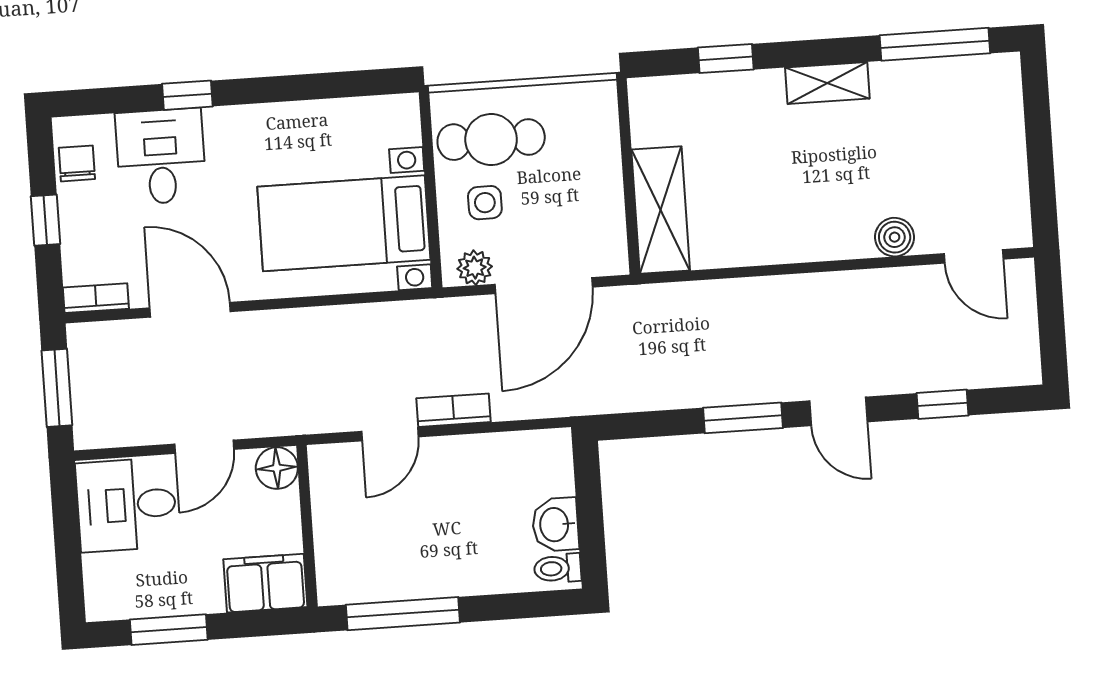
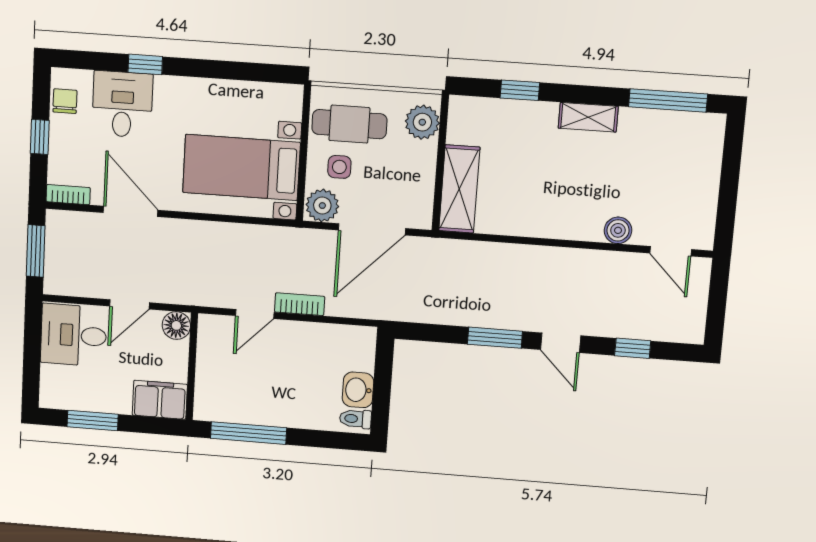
plant: (594, 122) -> (422, 122), added
plant: (475, 268) -> (322, 206), width x1.38, depth x1.38

